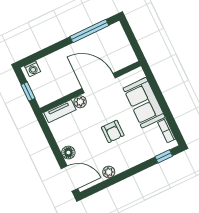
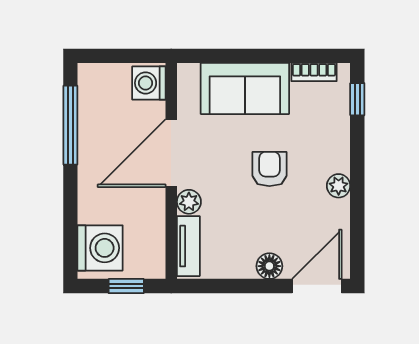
washing machine: (126, 58) -> (149, 83), added
washing machine: (33, 69) -> (100, 248), width x1.89, depth x1.89
armchair: (113, 131) -> (269, 169), turned -90
plant: (109, 172) -> (339, 186), moved

